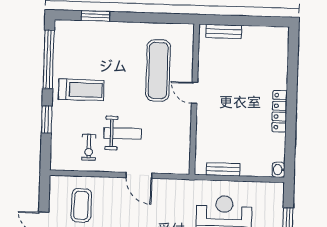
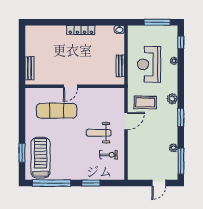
treadmill: (81, 90) -> (40, 158), moved, width x1.37, depth x1.38
weight bench: (123, 133) -> (99, 133), turned -90
coffee table: (81, 205) -> (145, 102), moved

